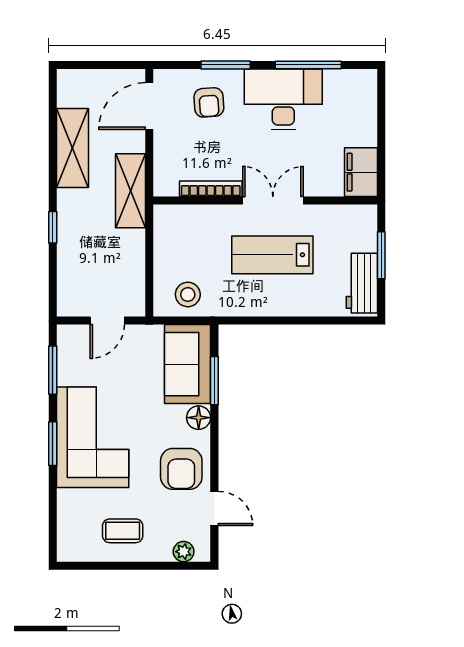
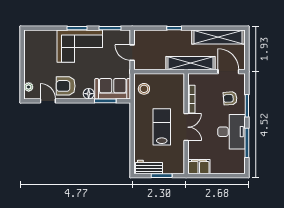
shelving: (72, 148) -> (218, 37), width x1.47
shelving: (130, 191) -> (191, 63), width x1.47
door: (214, 508) -> (48, 101), swing flipped
coffee table: (123, 531) -> (38, 60), removed

